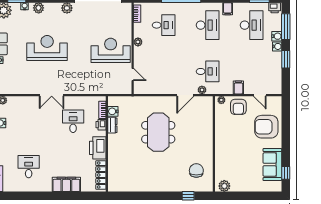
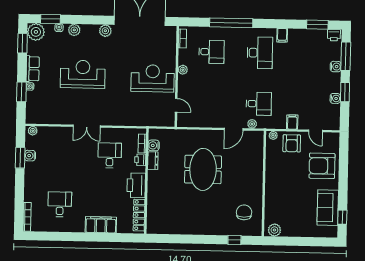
desk: (252, 25) -> (308, 54), removed
water cooler: (277, 46) -> (335, 98), moved

